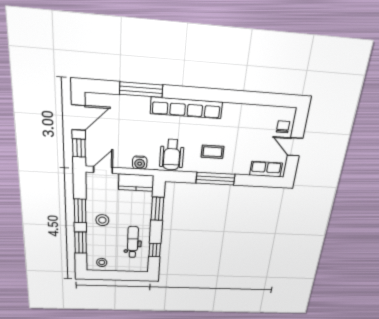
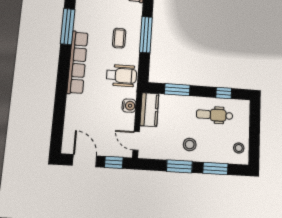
window: (141, 90) -> (68, 26), moved

